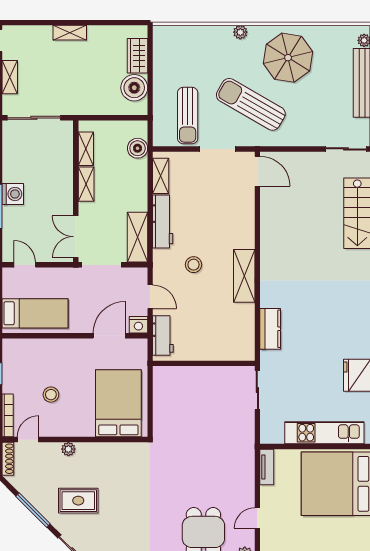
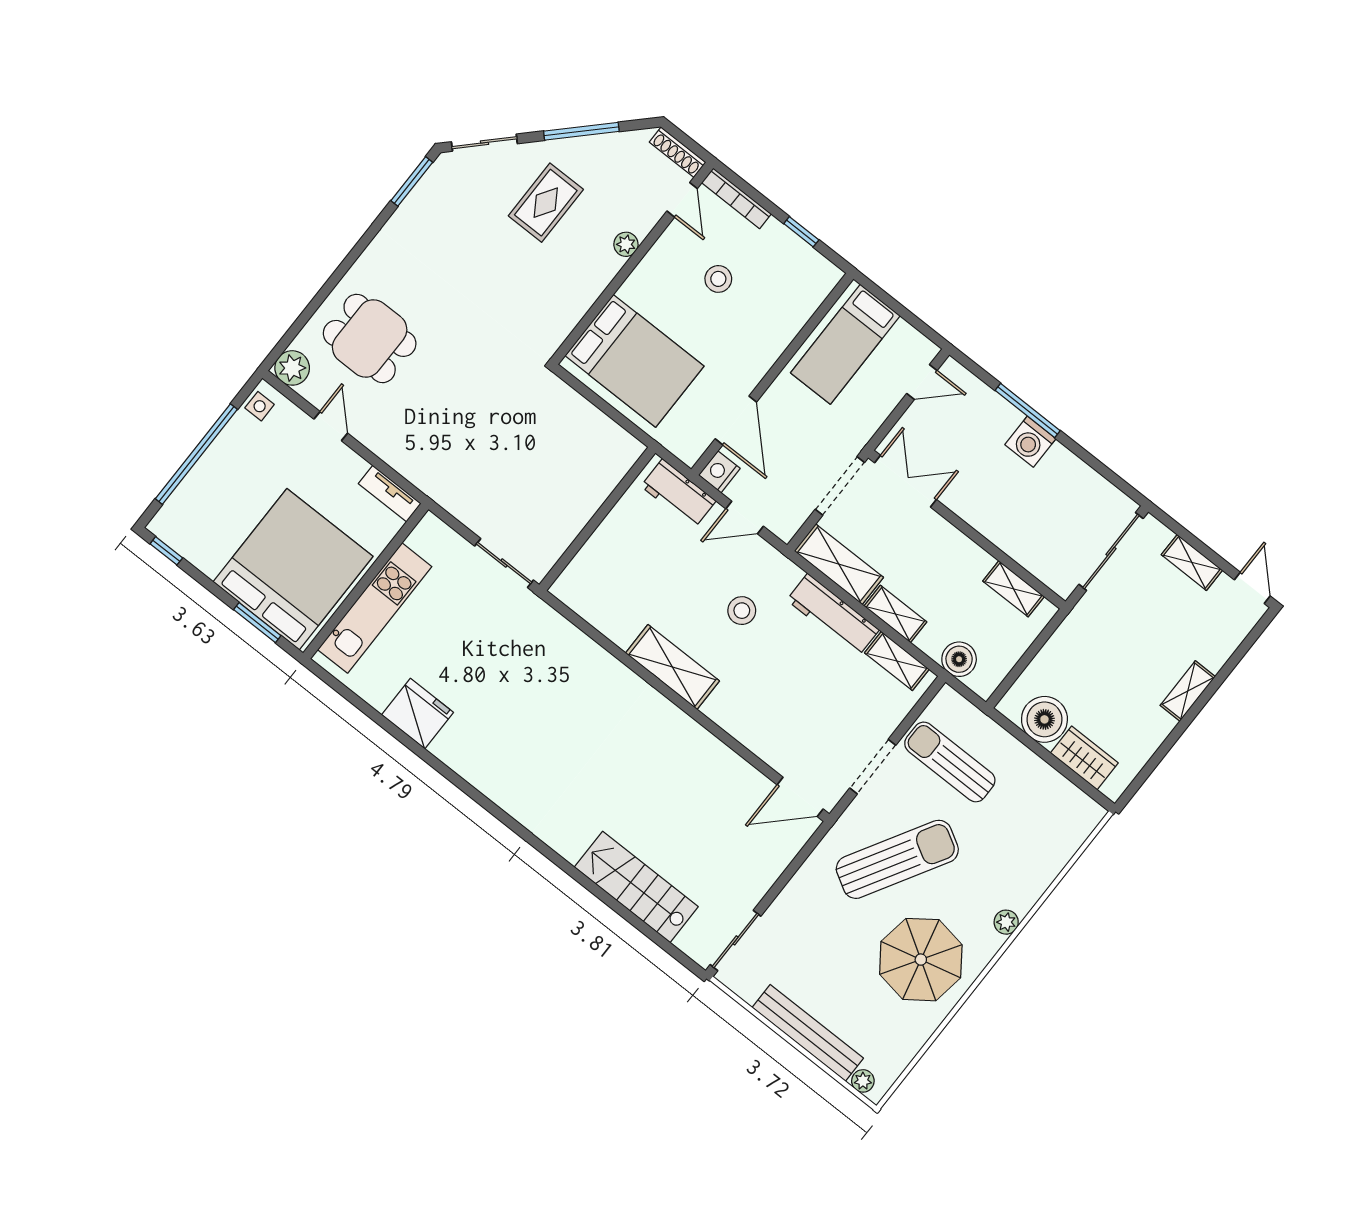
shelving: (86, 184) -> (895, 614), moved
kitchen counter: (270, 329) -> (573, 646), removed

